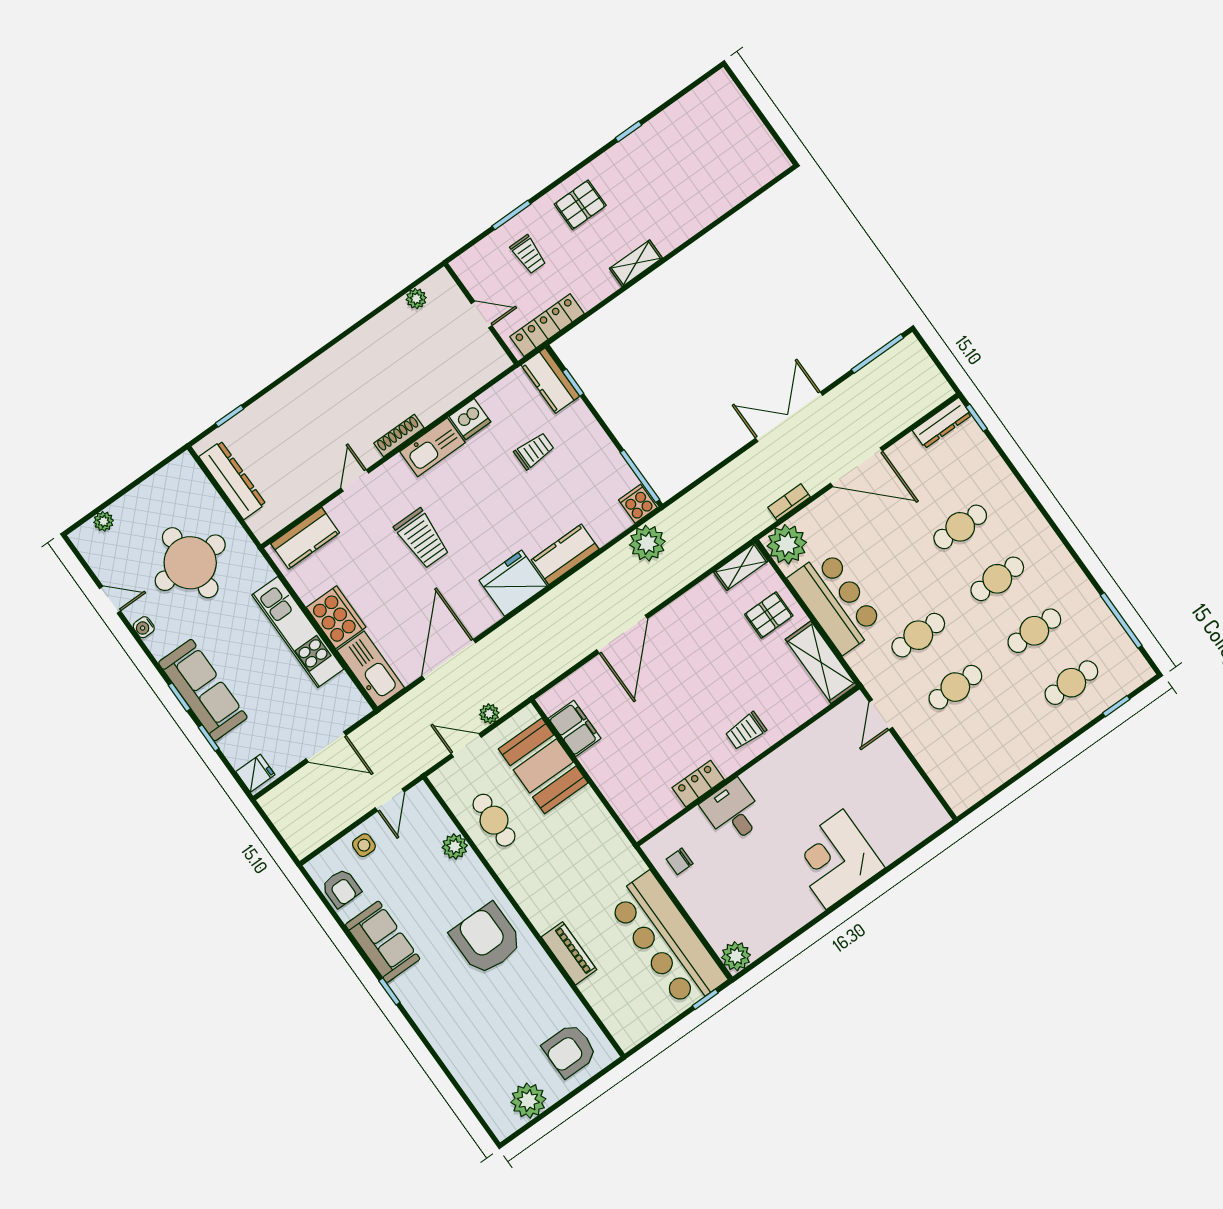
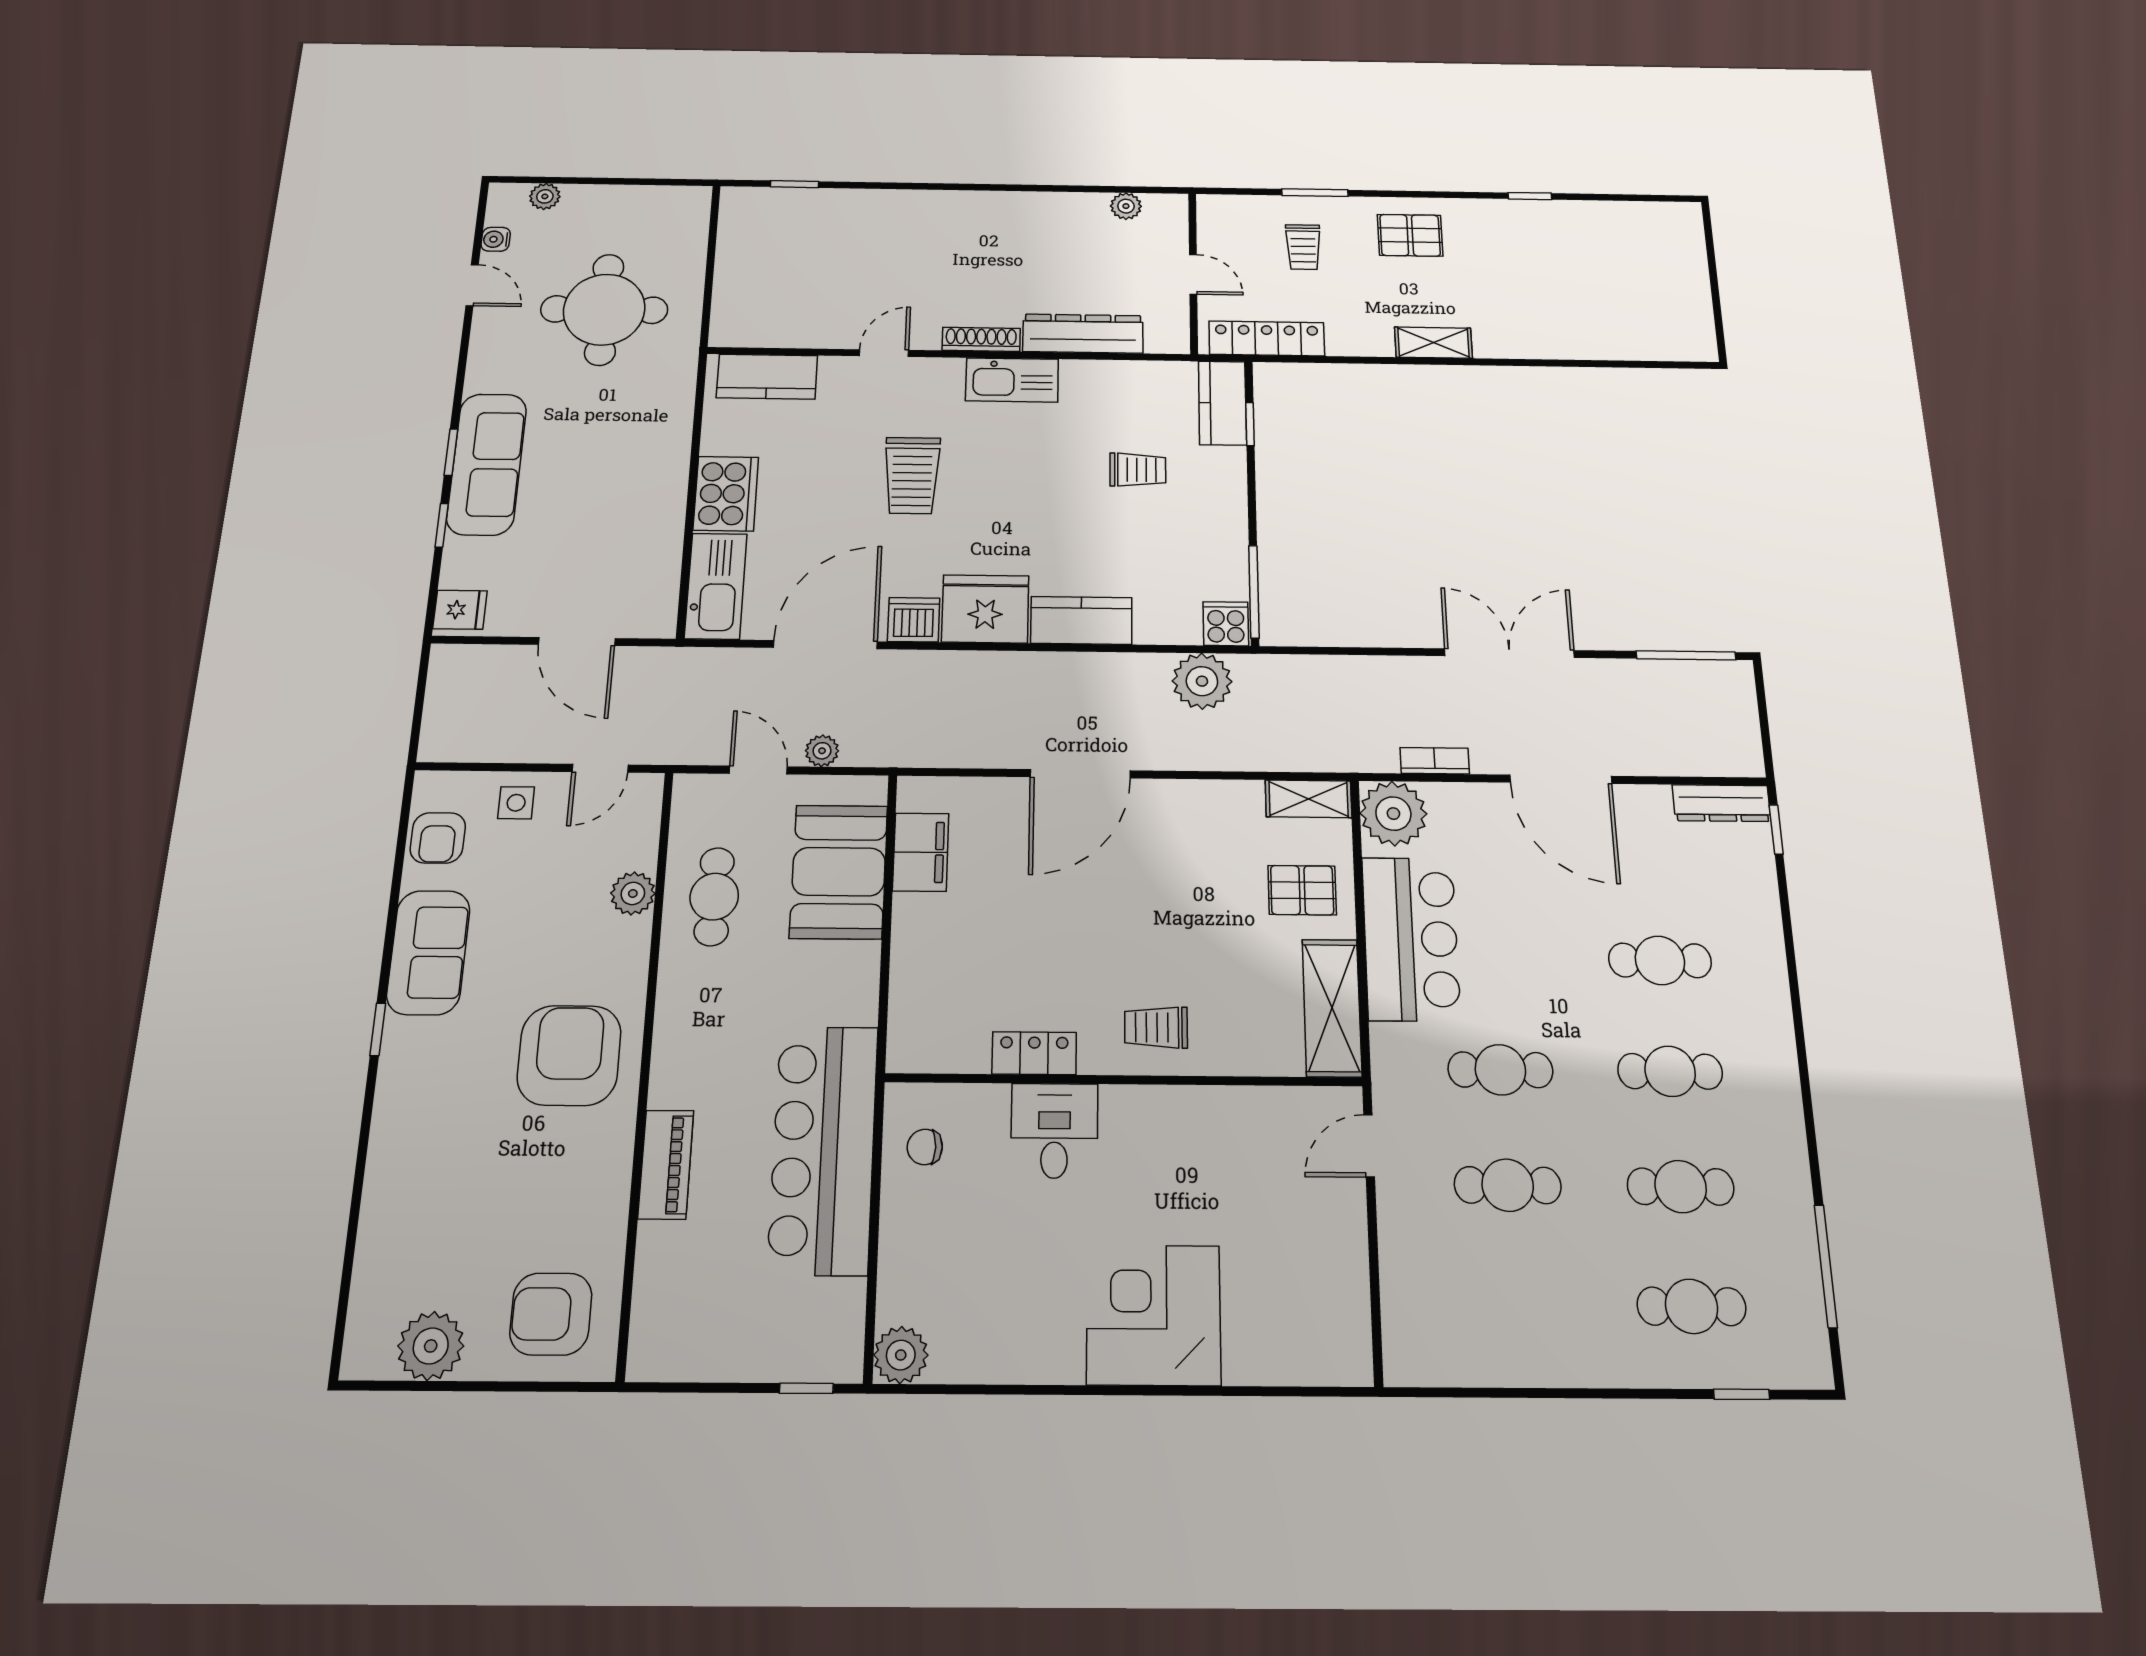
dishwasher: (470, 419) -> (914, 620), moved, turned 180
dresser: (232, 480) -> (1083, 334), moved, turned -90
water cooler: (144, 627) -> (496, 239), moved
kitchen unit: (298, 632) -> (663, 478), removed
bar counter: (667, 941) -> (823, 1149), moved

